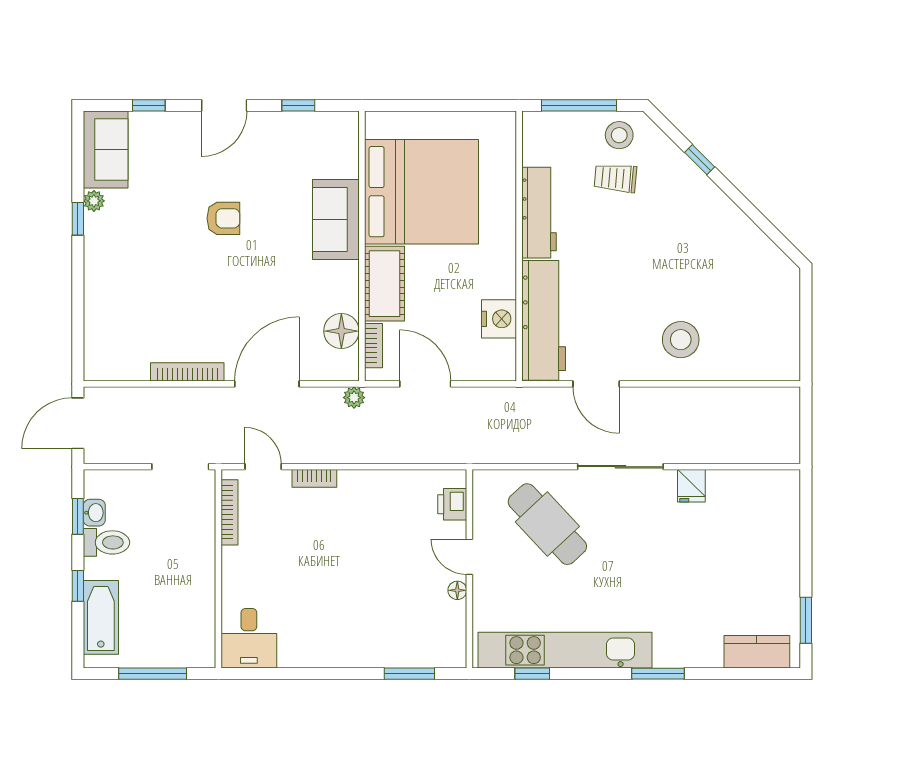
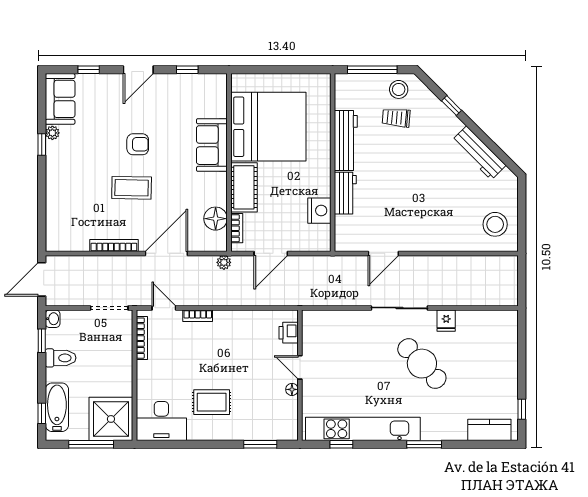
workbench: (741, 231) -> (479, 153), added
coffee table: (214, 284) -> (132, 188), added
workbench: (544, 320) -> (345, 193), width x0.53, depth x0.76
stool: (681, 340) -> (495, 224), moved
door: (425, 384) -> (271, 253), swing flipped
door: (596, 384) -> (383, 253), hinge flipped
washbasin: (94, 513) -> (53, 319), moved
cafe table: (547, 524) -> (422, 364), moved
window: (78, 586) -> (42, 413), moved
rug: (335, 609) -> (212, 402), added
window: (806, 620) -> (522, 409), width x0.67
shower: (183, 635) -> (111, 419), added
desk: (249, 638) -> (161, 421), width x1.37

